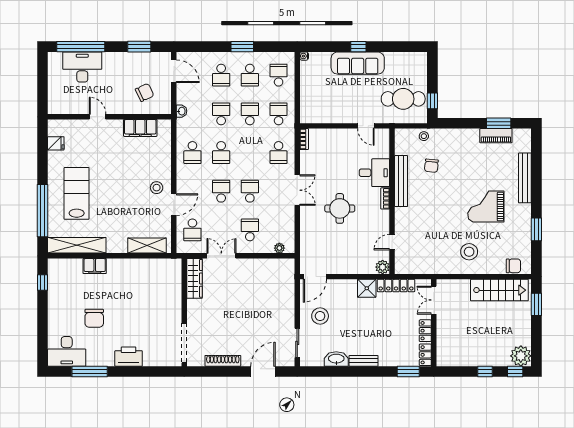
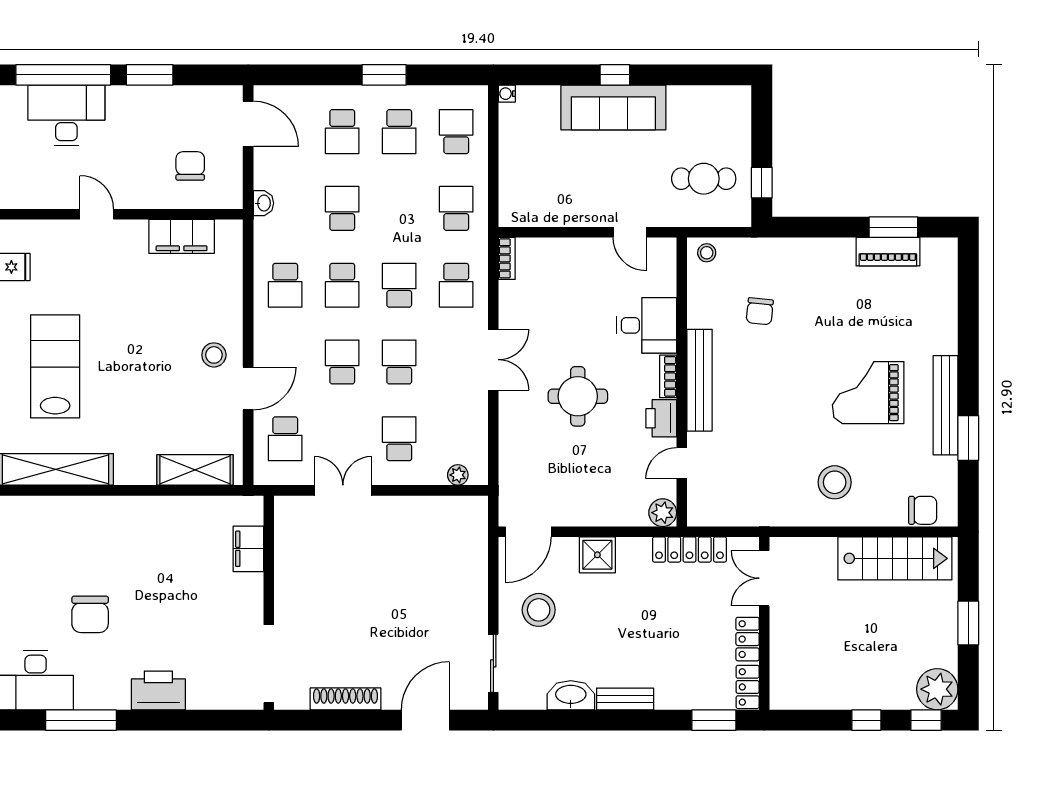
window: (139, 47) -> (150, 75), moved
chair: (145, 92) -> (190, 166), turned -65
cafe table: (403, 99) -> (704, 179), width x0.73, depth x0.74
school desk: (250, 114) -> (399, 285), moved
stool: (424, 136) -> (707, 253), moved
bench: (525, 178) -> (945, 405), moved
bench: (401, 181) -> (700, 380), moved
printer: (382, 220) -> (661, 418), added
filing cabinet: (95, 266) -> (248, 549), moved, turned 90
wardrobe: (194, 278) -> (289, 535), removed
shower: (367, 288) -> (597, 555), moved
window: (536, 304) -> (968, 623), moved

